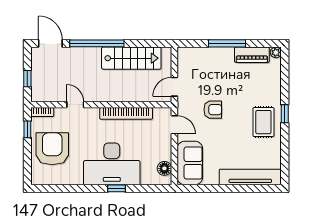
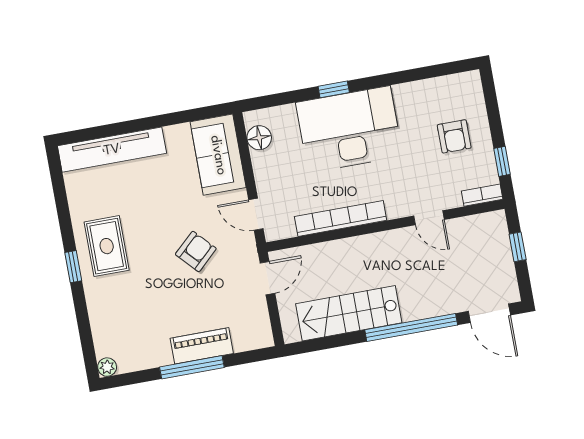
piano: (252, 55) -> (202, 346), moved
armchair: (213, 110) -> (196, 251), turned 137
armchair: (52, 149) -> (454, 136), width x0.53, depth x0.53

